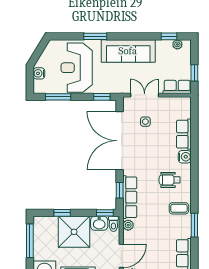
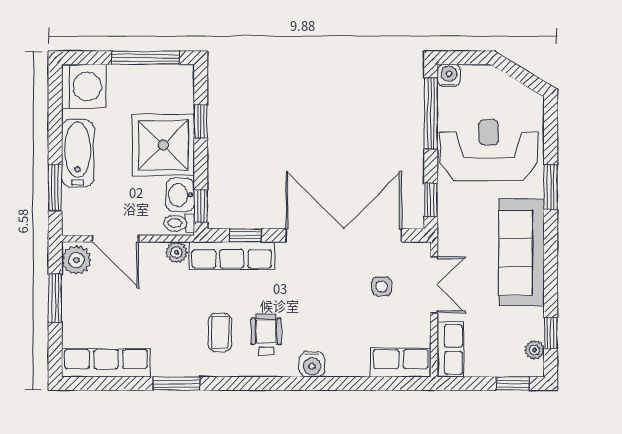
water cooler: (39, 73) -> (449, 76), moved
window: (194, 73) -> (513, 383), moved
window: (58, 97) -> (431, 114), width x1.44
row of seats: (184, 134) -> (401, 363), moved
coffee table: (179, 208) -> (220, 332), moved

